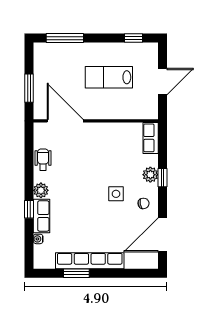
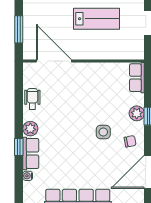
lab bench: (109, 77) -> (96, 19), turned 180

